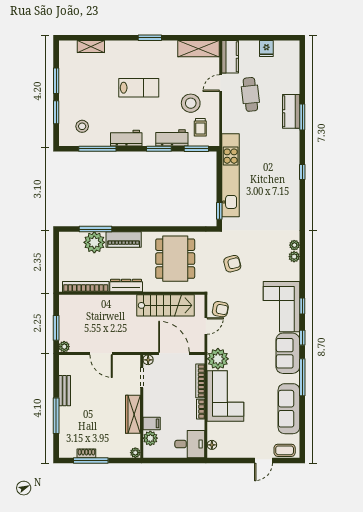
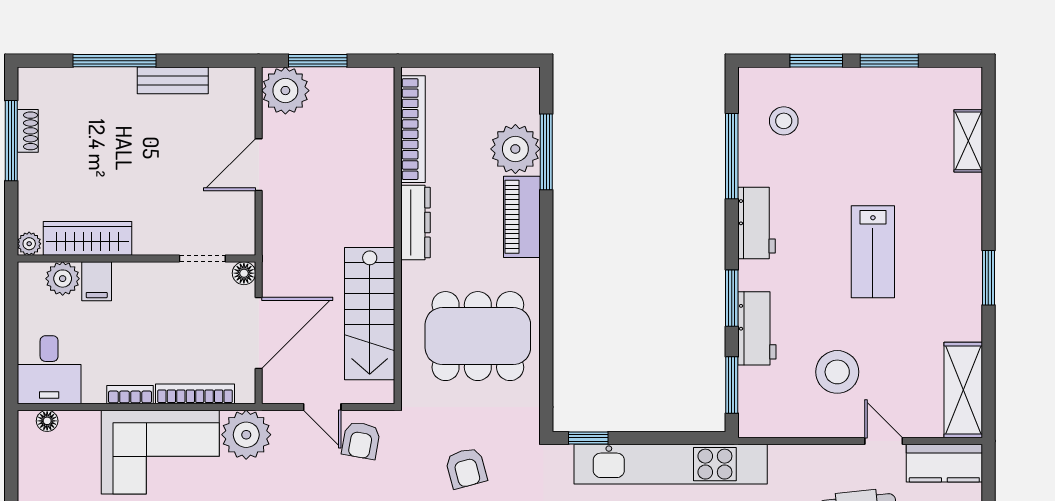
trolley: (200, 127) -> (781, 394), removed
plant: (64, 347) -> (285, 91), width x1.88, depth x1.88
wardrobe: (133, 414) -> (87, 238), moved

